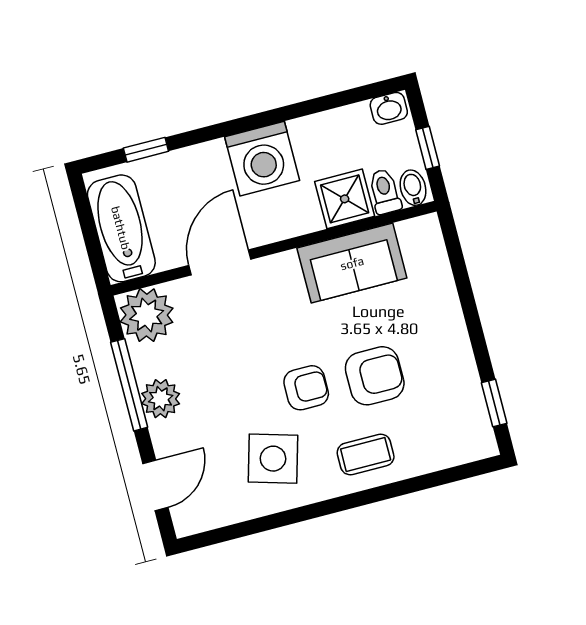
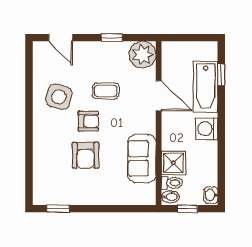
washing machine: (262, 159) -> (207, 129), width x0.73, depth x0.73
bathtub: (121, 228) -> (206, 87), moved, turned 90
window: (129, 385) -> (112, 38), width x0.46
armchair: (306, 388) -> (88, 121), turned -90
plant: (161, 399) -> (101, 51), removed
coffee table: (366, 455) -> (106, 91), moved, turned 90

